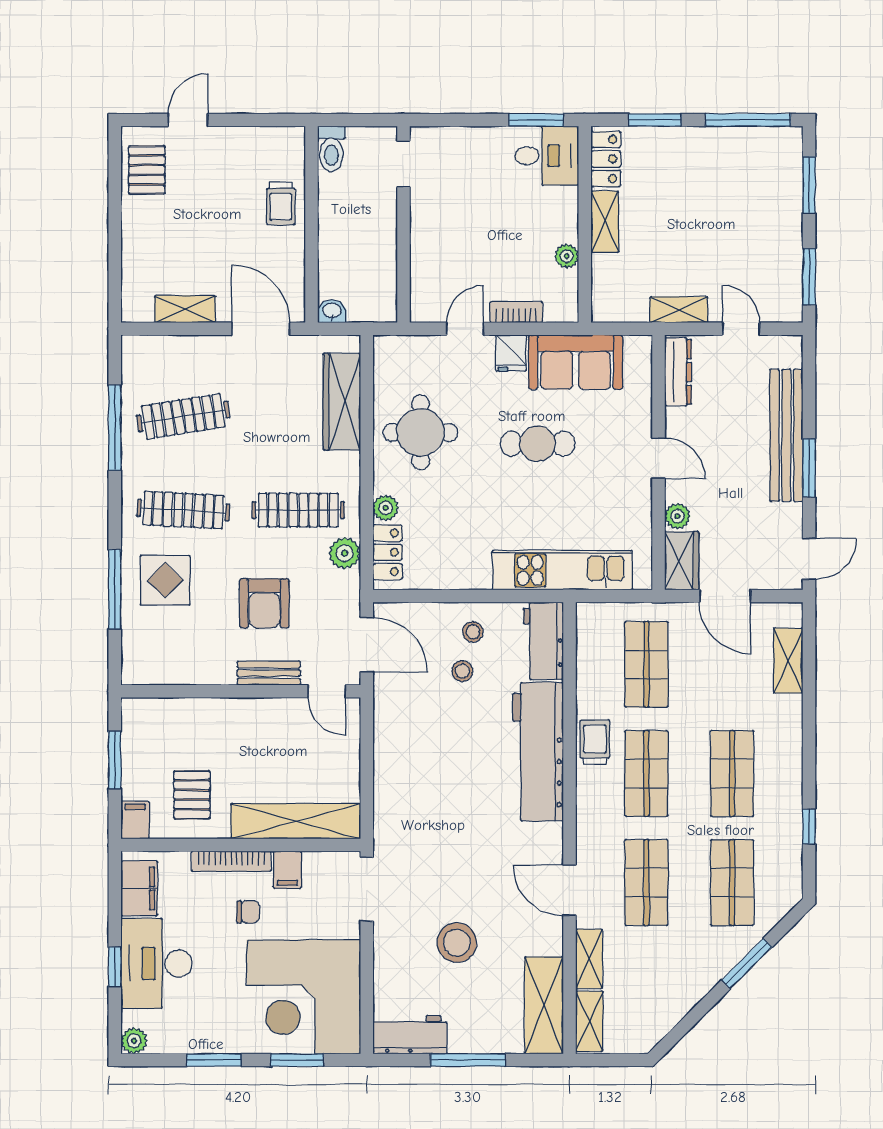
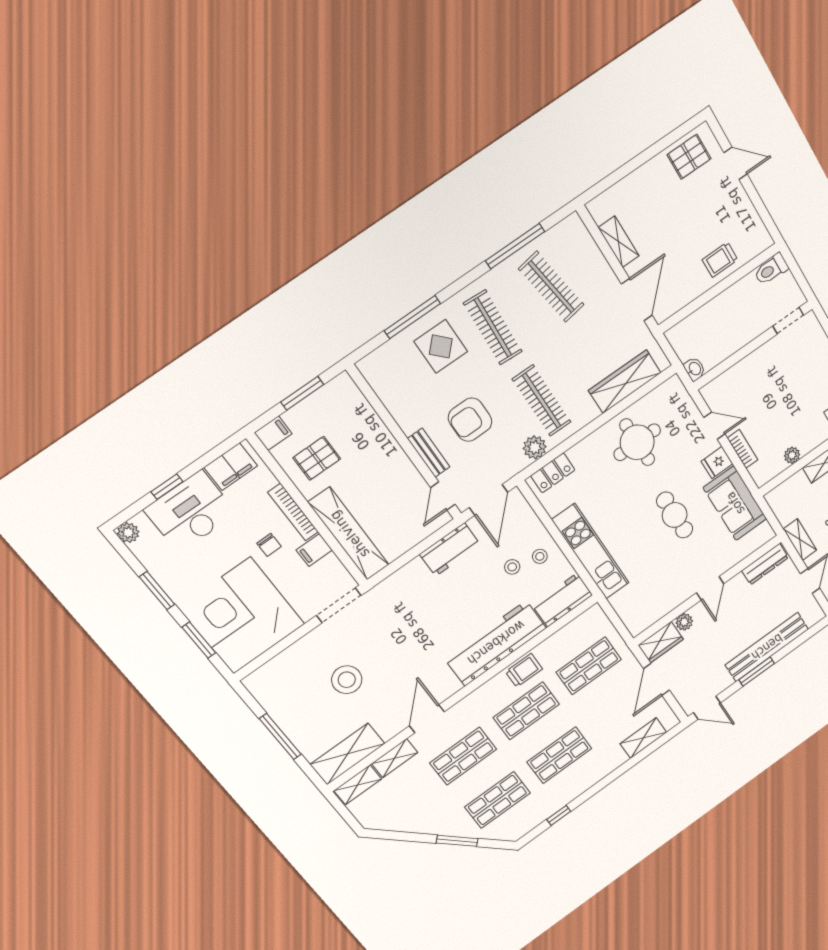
washbasin: (332, 311) -> (695, 369), moved
plant: (386, 508) -> (579, 453), removed
kitchen unit: (562, 570) -> (591, 551), moved
workbench: (410, 1035) -> (450, 549), moved, turned 90

